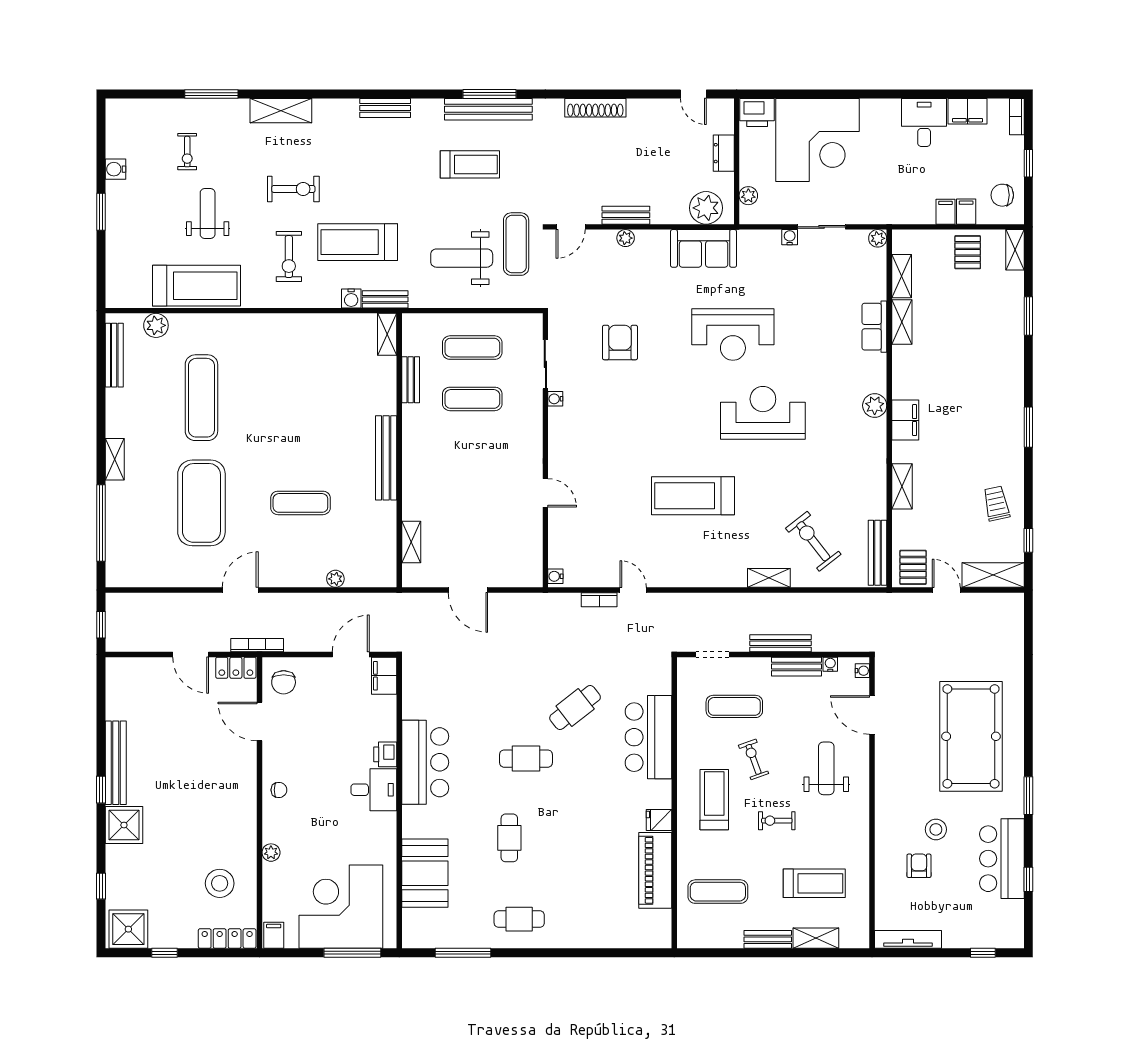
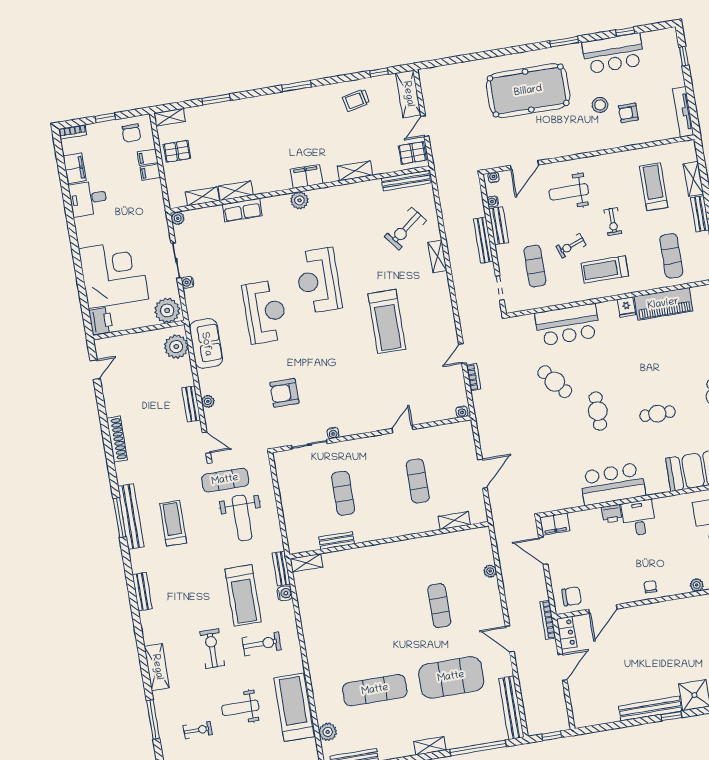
dresser: (724, 153) -> (134, 340), removed
plant: (748, 196) -> (167, 311), width x1.87, depth x1.87
exercise mat: (472, 348) -> (418, 481), moved
bench: (386, 458) -> (511, 708), moved, turned 90

